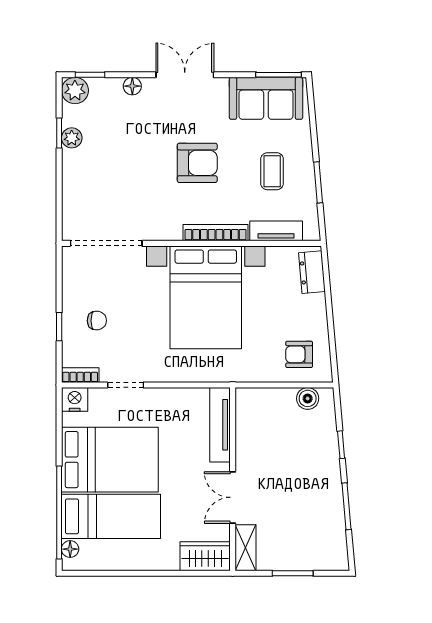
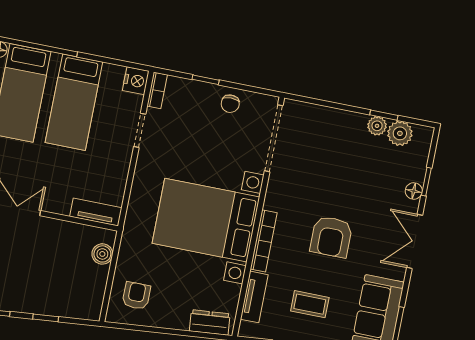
window: (90, 75) -> (426, 182), moved
double door: (185, 75) -> (415, 241), swing flipped
plant: (75, 90) -> (400, 133), moved
chair: (97, 321) -> (230, 104), moved
boiler: (308, 398) -> (102, 254), moved
tv unit: (220, 425) -> (96, 212), width x0.71
bed: (110, 460) -> (74, 102), width x0.67

